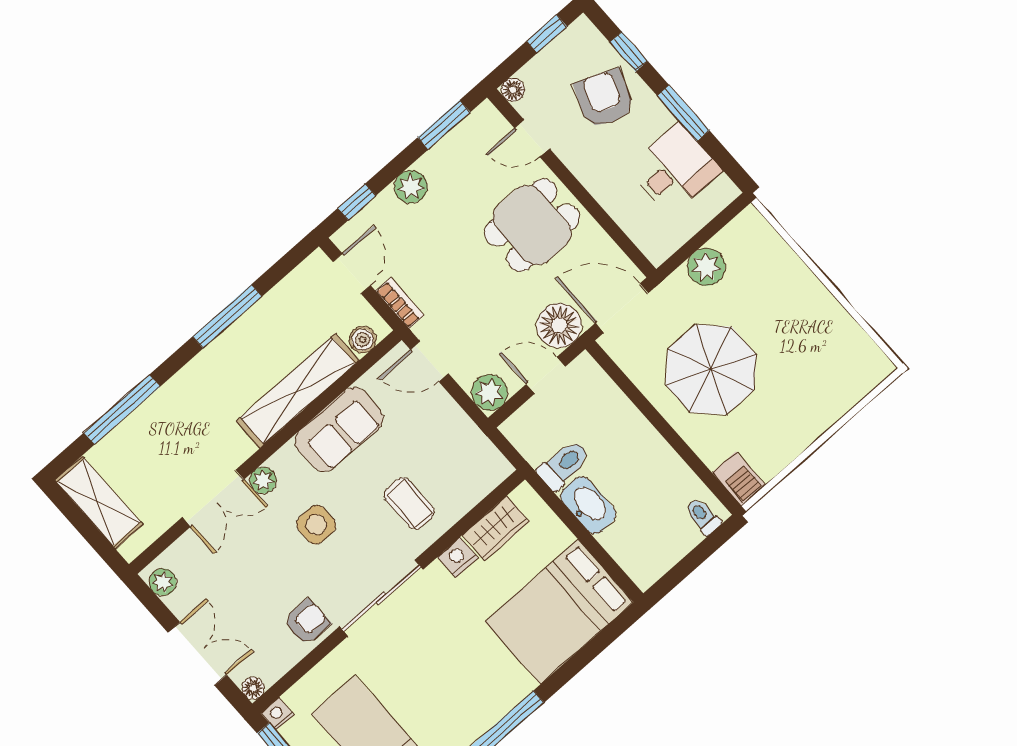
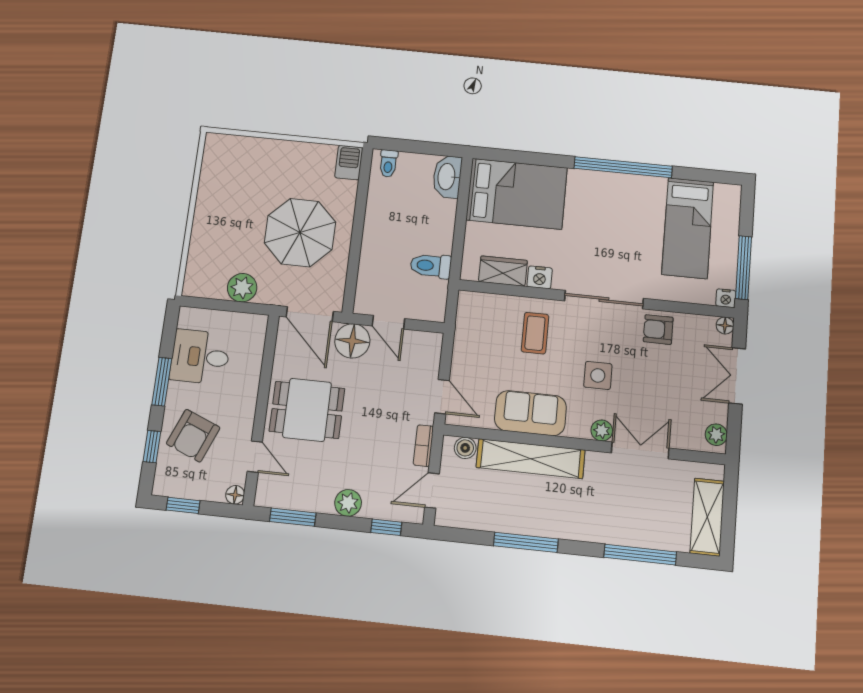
plant: (489, 393) -> (428, 345), removed
washbasin: (588, 505) -> (447, 177), moved

